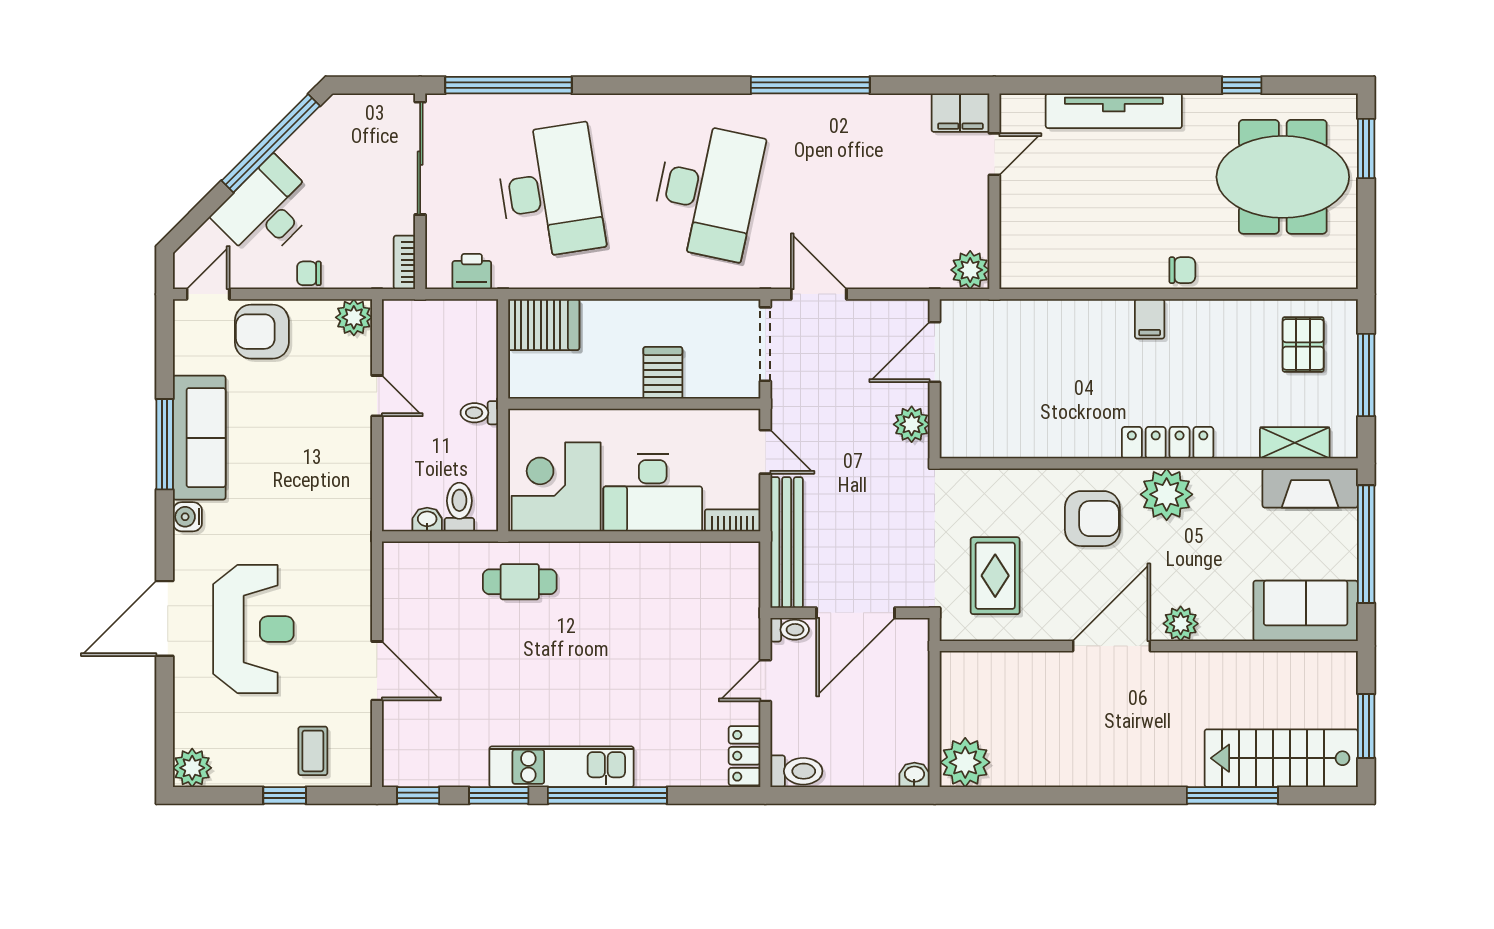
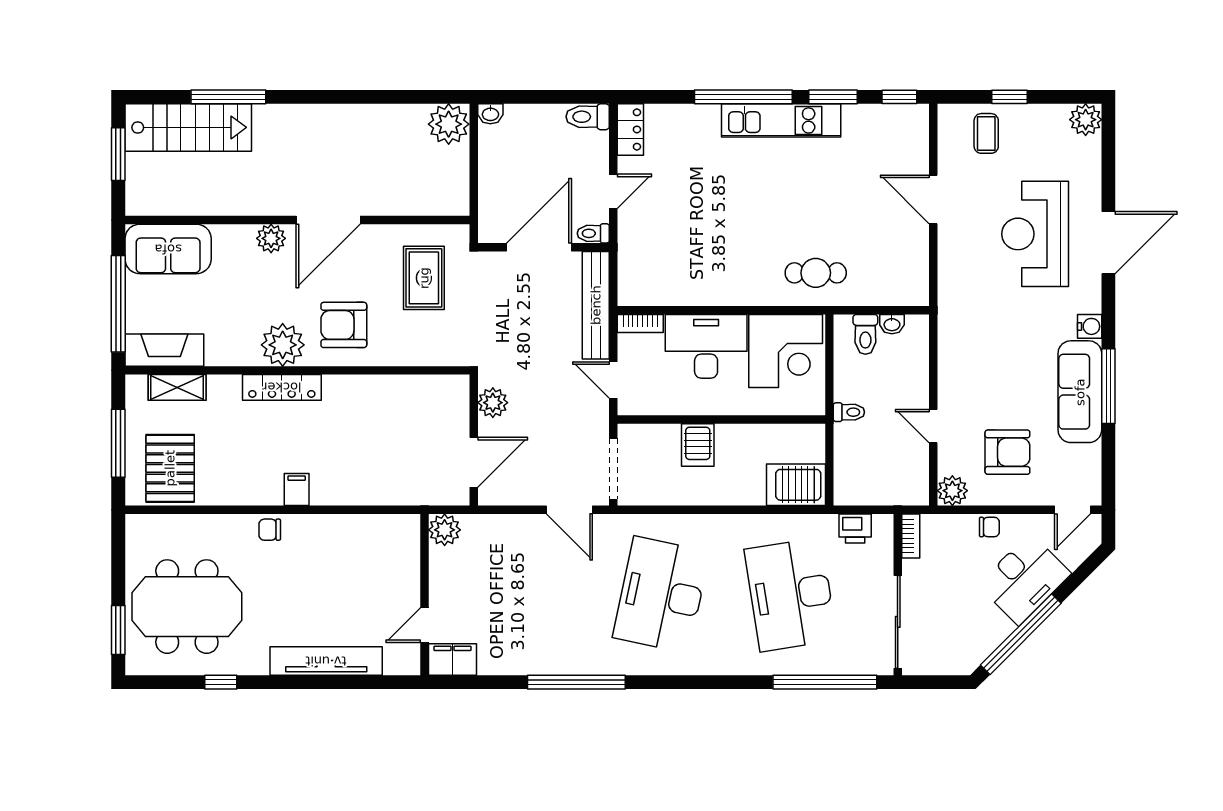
armchair: (262, 332) -> (1007, 452), moved
pallet: (1303, 344) -> (170, 468), width x1.50, depth x1.42

